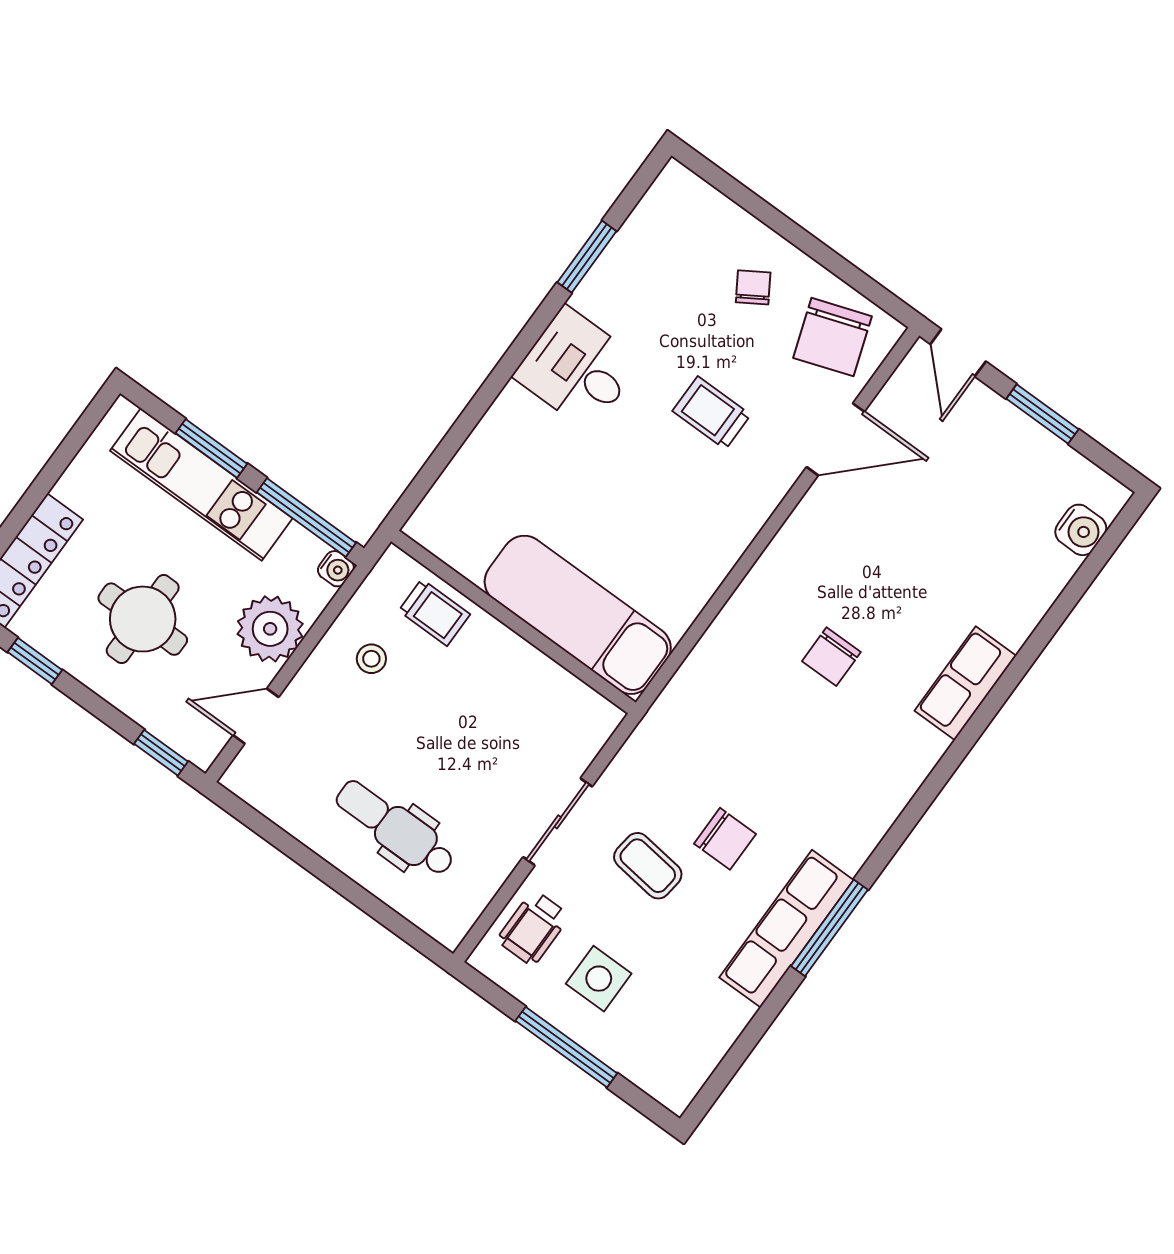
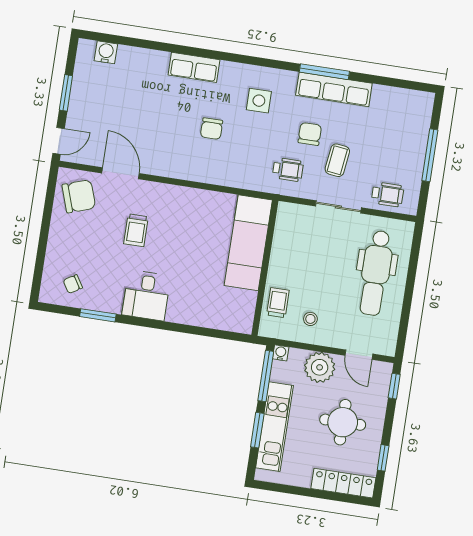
chair: (753, 287) -> (73, 284), moved
chair: (831, 657) -> (212, 129), turned 90
wheelchair: (679, 762) -> (288, 170), added
dental chair: (395, 828) -> (376, 273), width x1.36, depth x1.38
side table: (599, 979) -> (259, 101), moved

